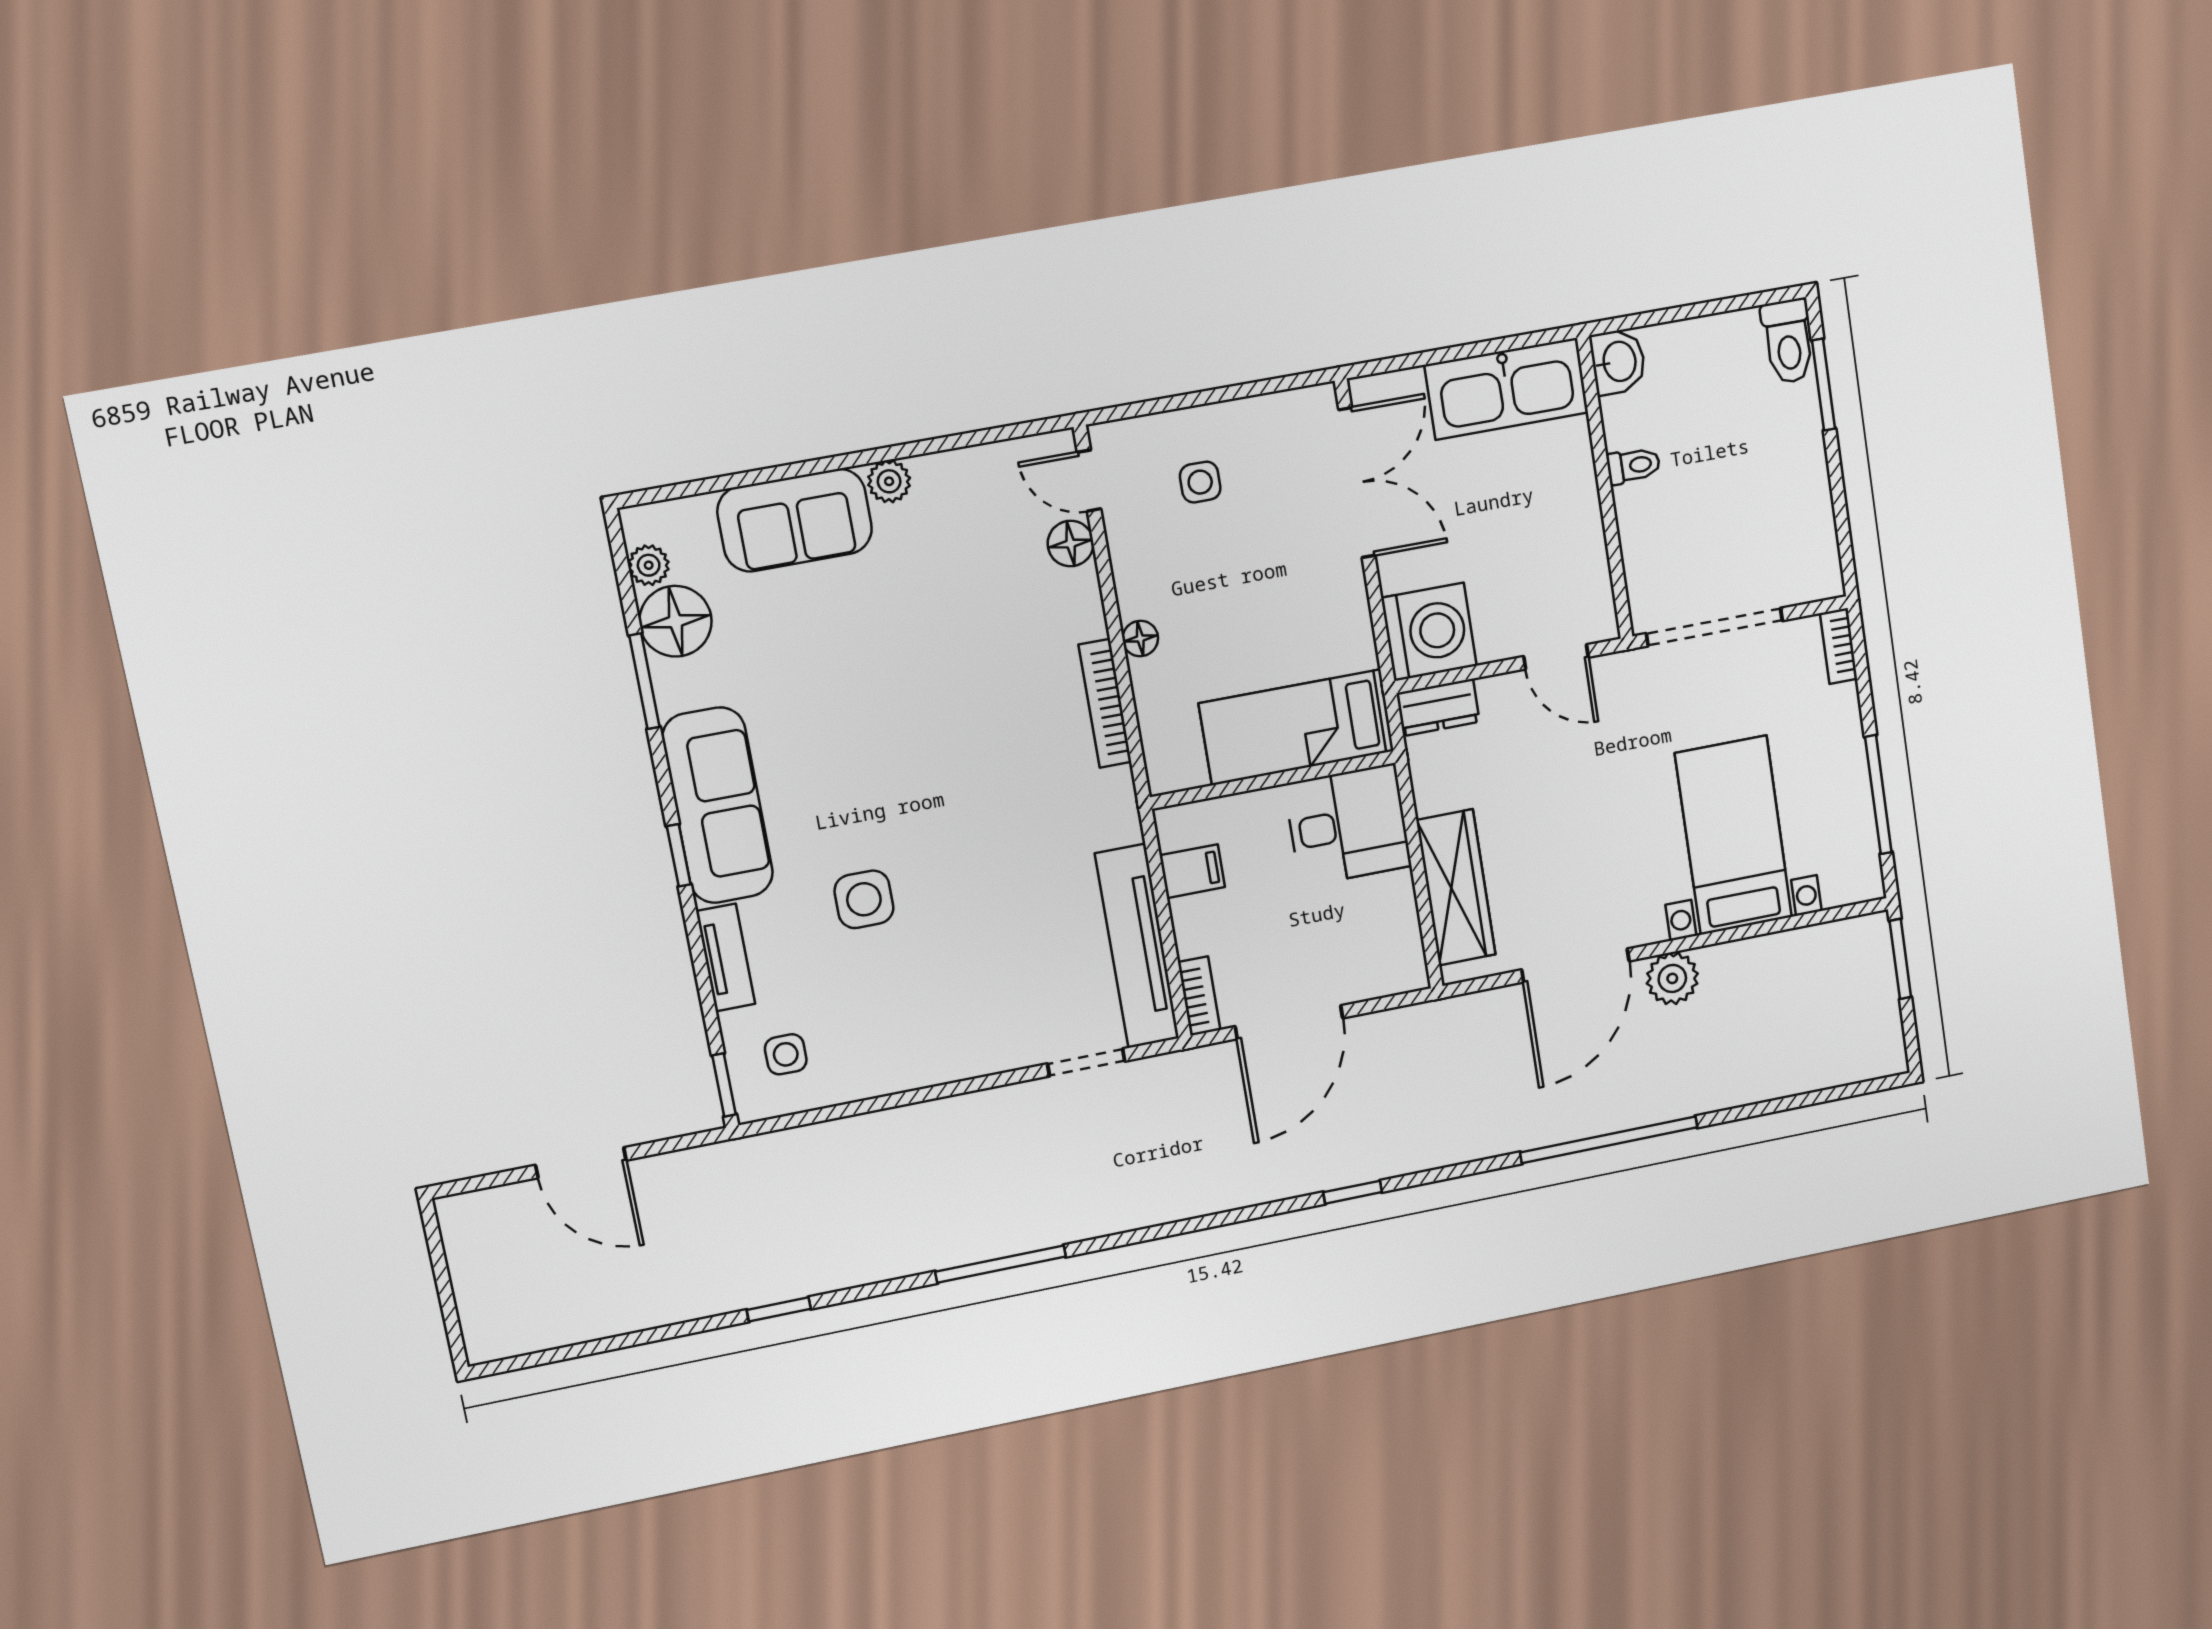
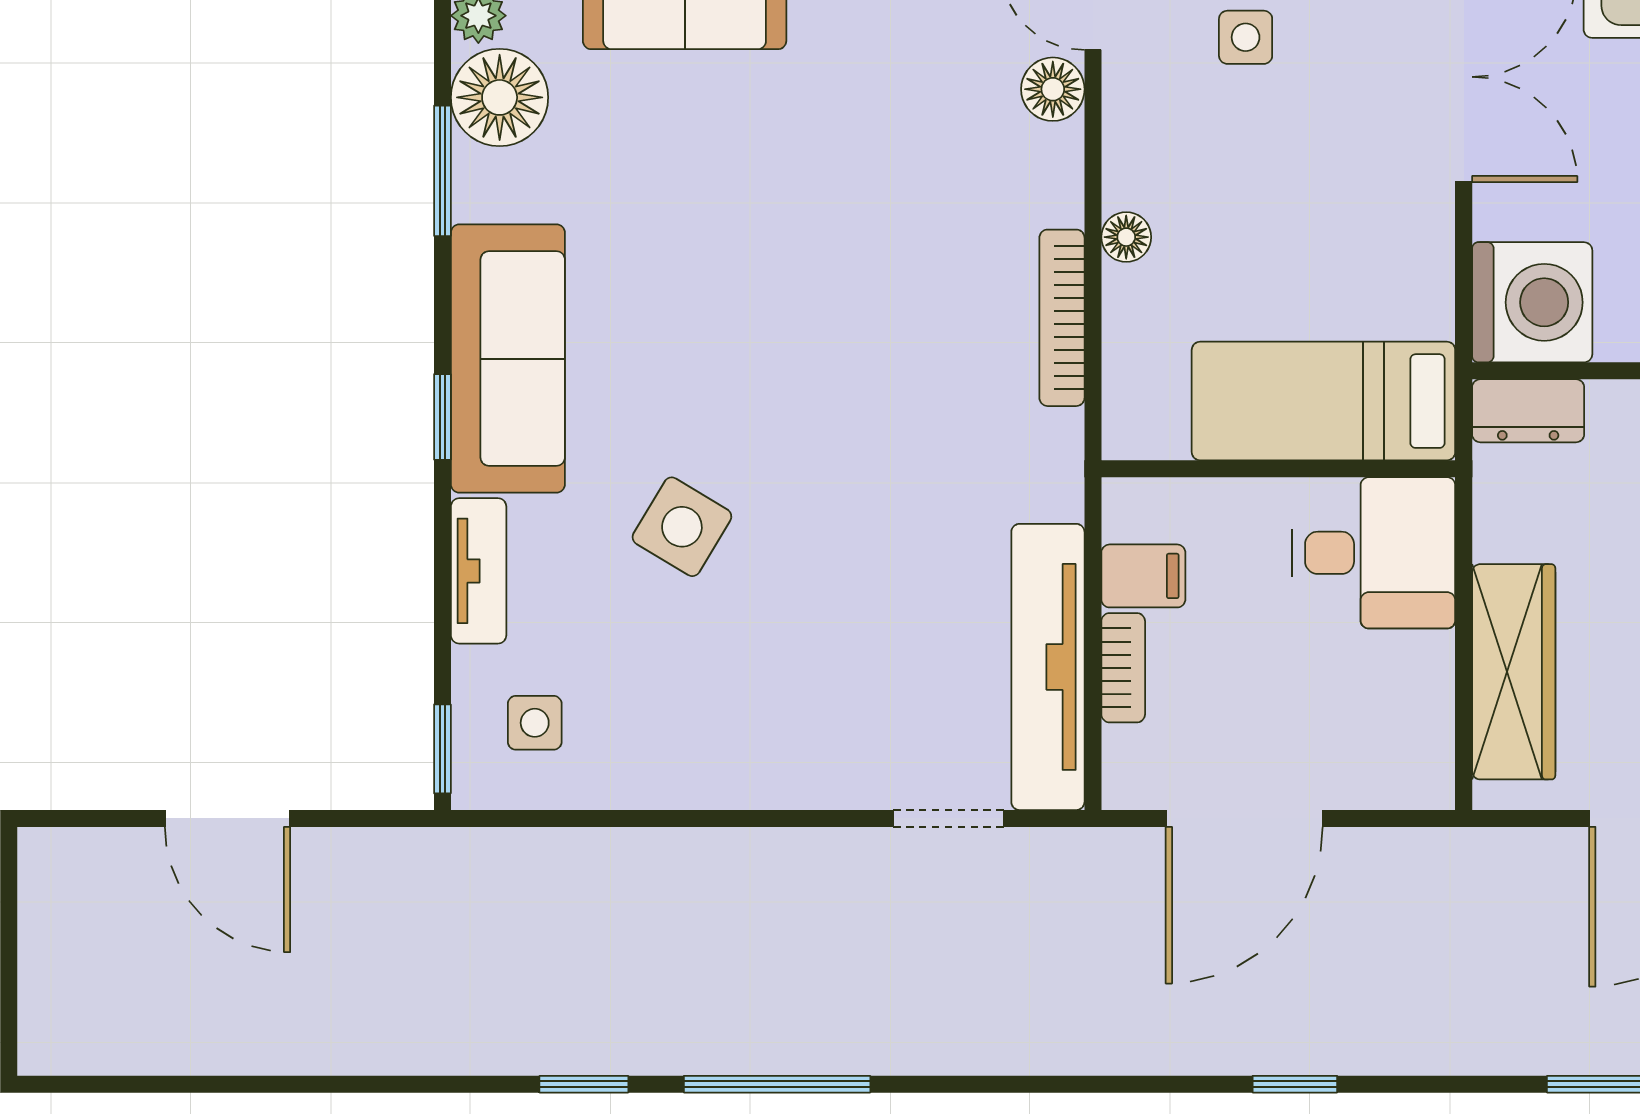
side table: (864, 899) -> (682, 527), turned 31
bookcase: (1199, 996) -> (1123, 668), moved
window: (779, 1309) -> (584, 1084), moved

